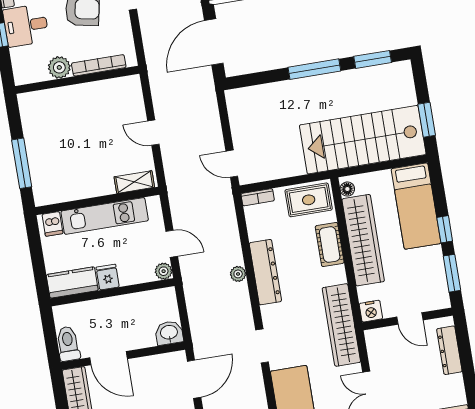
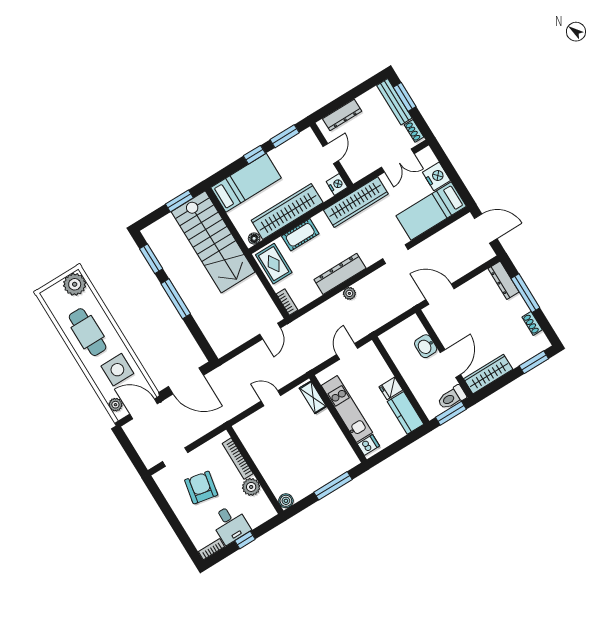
boiler: (27, 101) -> (286, 501), added
door: (153, 133) -> (271, 398), swing flipped
plant: (164, 271) -> (370, 349), removed
washbasin: (169, 333) -> (426, 346), moved
window: (50, 335) -> (451, 413), added

